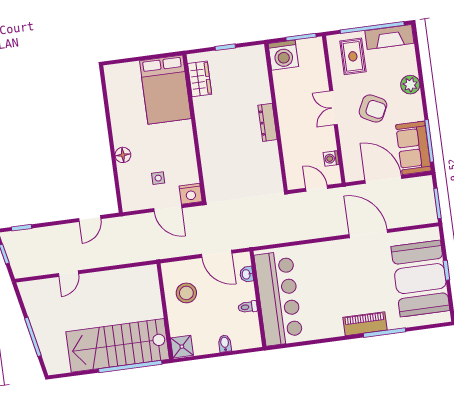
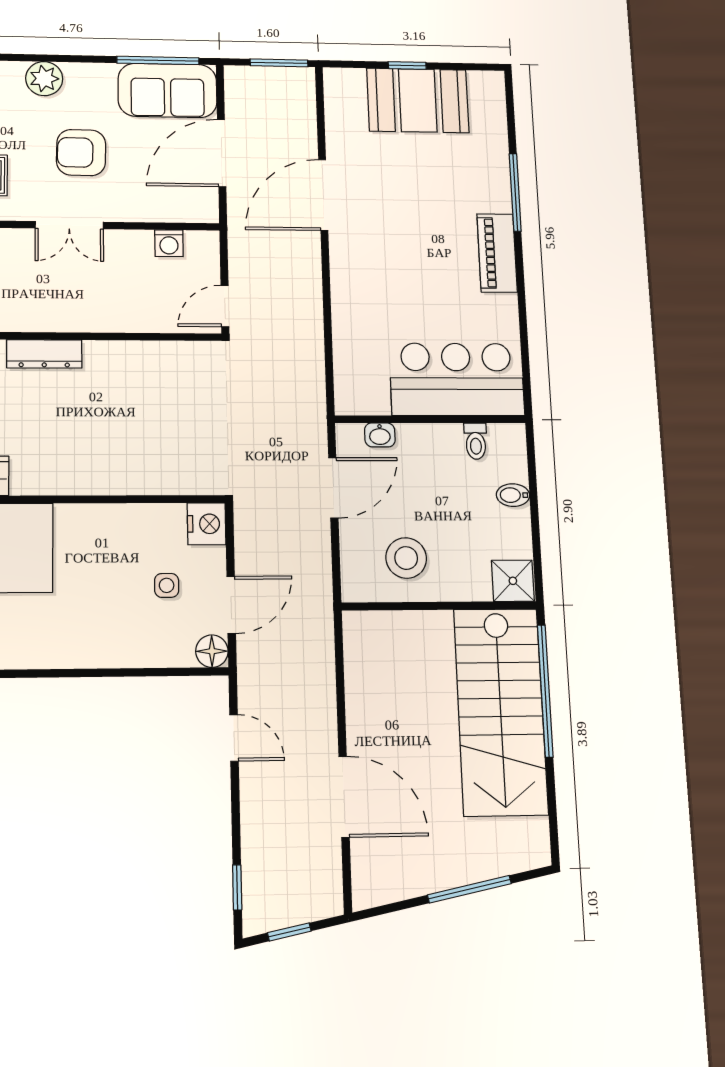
armchair: (373, 108) -> (81, 153), turned -115
dresser: (267, 122) -> (44, 354), moved
floor lamp: (123, 155) -> (212, 651), moved
door: (317, 188) -> (225, 306), moved
door: (168, 208) -> (231, 605), moved
door: (68, 274) -> (344, 797), width x1.87
booth: (420, 279) -> (418, 100), width x0.73, depth x0.70
bar counter: (279, 298) -> (457, 379), width x0.73
toilet: (248, 307) -> (476, 441), moved
piano: (365, 324) -> (497, 253), moved

